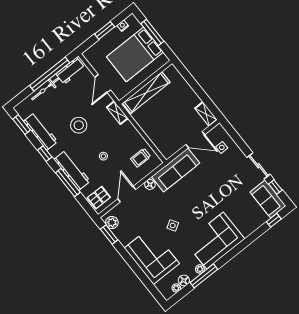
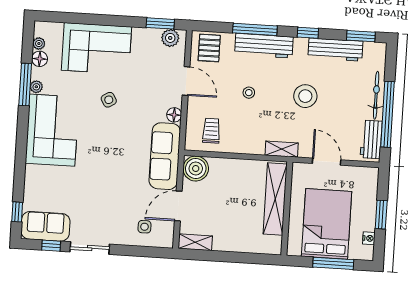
boiler: (168, 148) -> (196, 169), added

